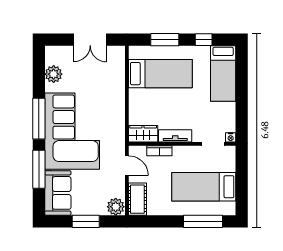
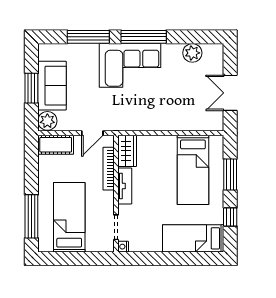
corner sofa: (72, 131) -> (130, 65), width x0.73, depth x0.74
bookcase: (159, 151) -> (109, 169), width x1.56
sofa: (58, 193) -> (52, 86), moved, turned -90

